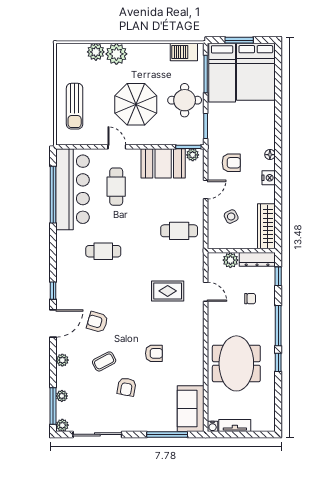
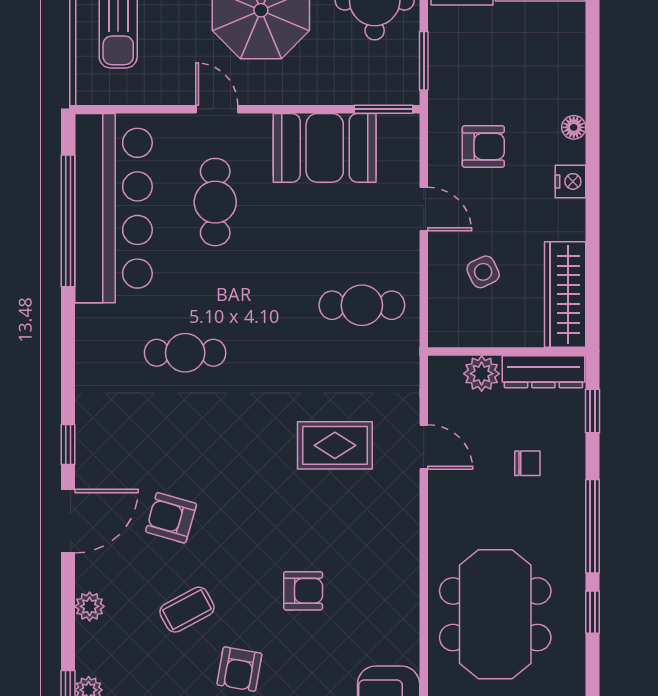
plant: (193, 155) -> (393, 128), removed
door: (206, 190) -> (424, 209), hinge flipped

